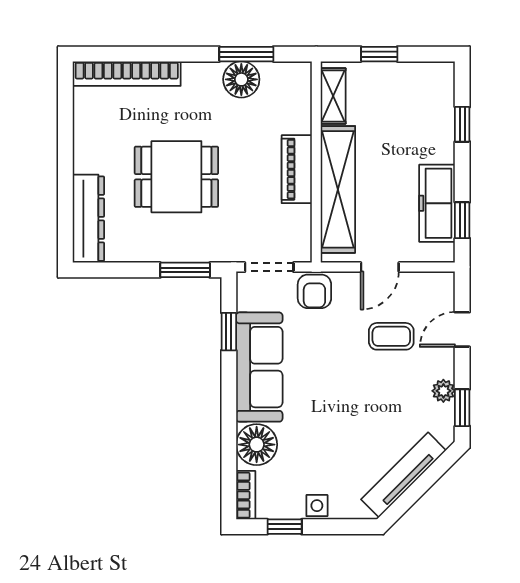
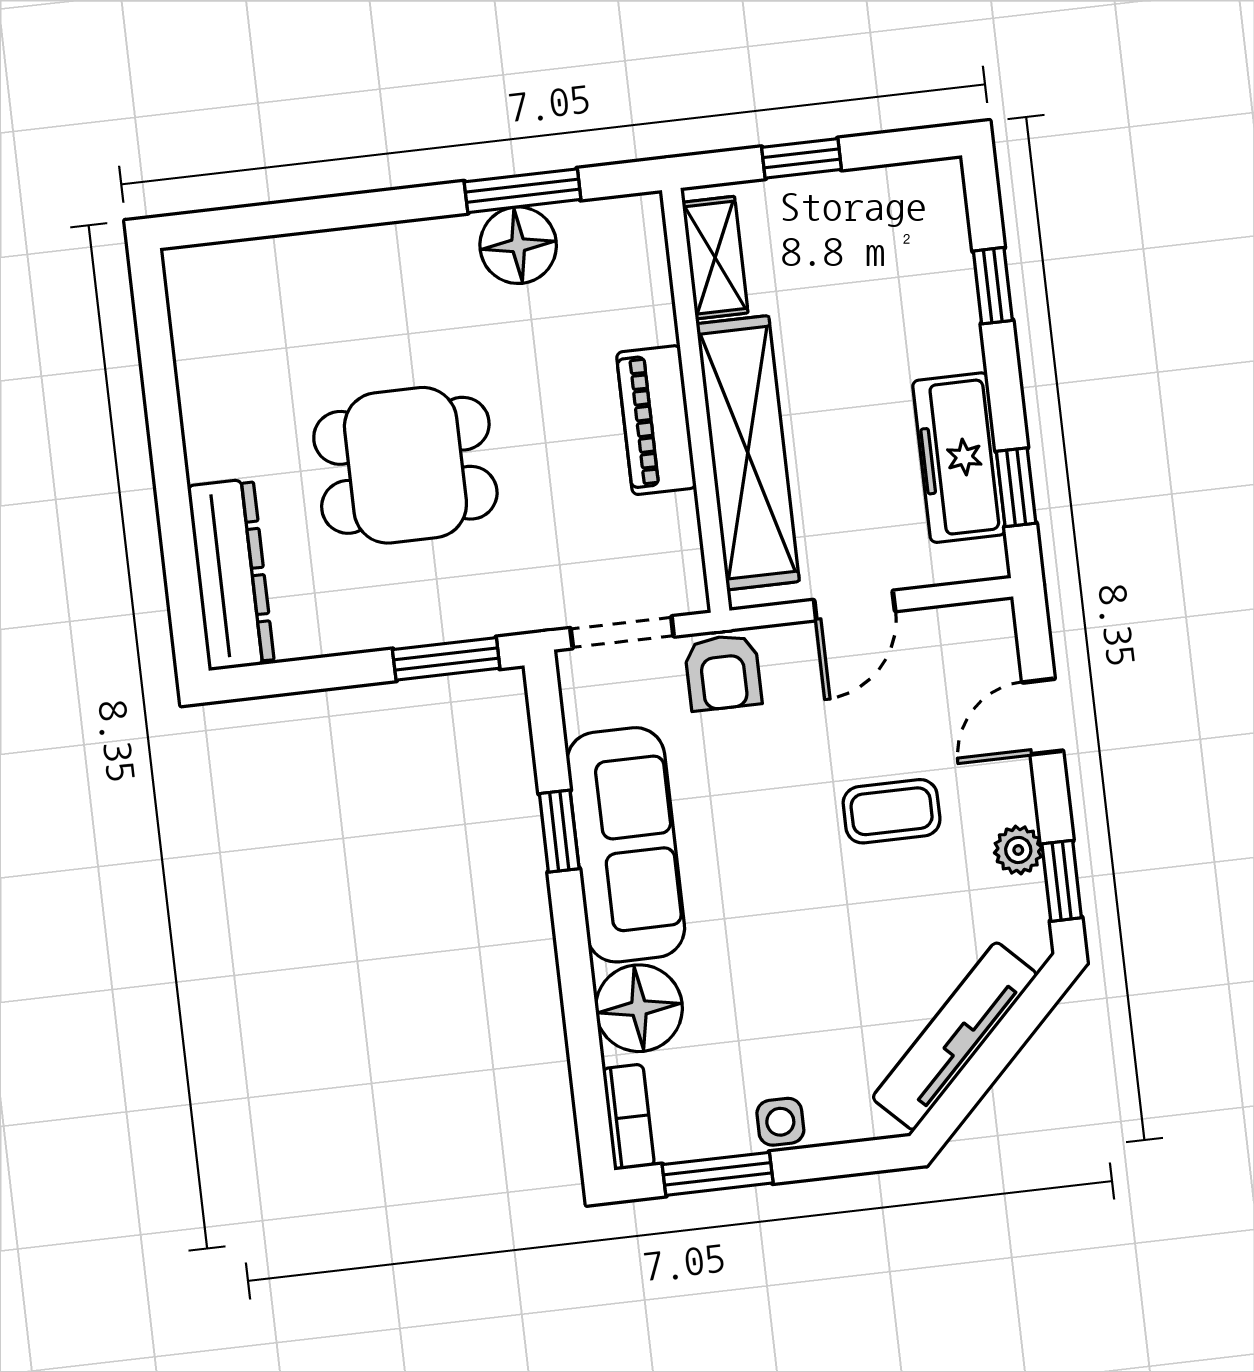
bookcase: (127, 74) -> (276, 261), removed
window: (229, 332) -> (559, 831), moved
coffee table: (391, 336) -> (892, 811), moved
window: (285, 527) -> (718, 1174), width x1.50

